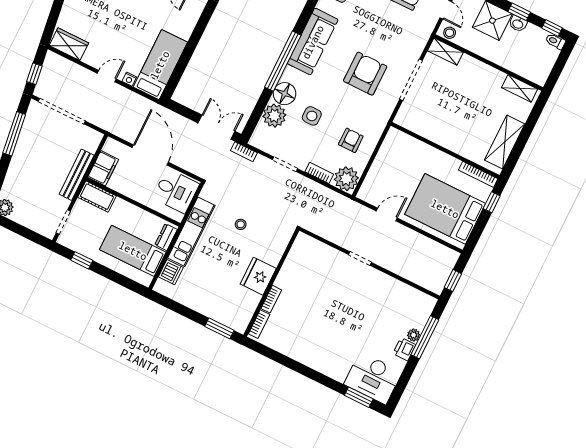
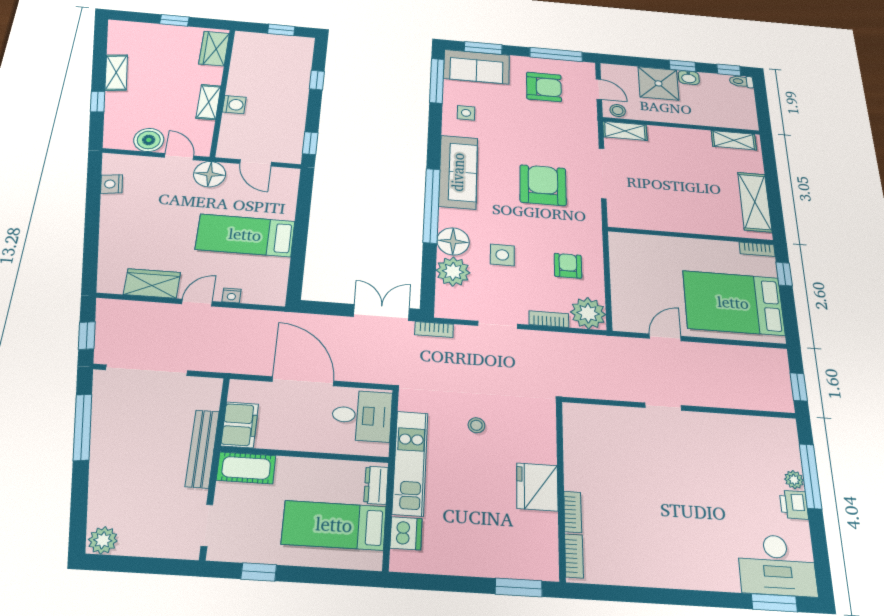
wardrobe: (69, 44) -> (152, 283), moved
bed: (160, 65) -> (245, 235), moved, turned -90
bookcase: (478, 174) -> (757, 249), width x0.64

